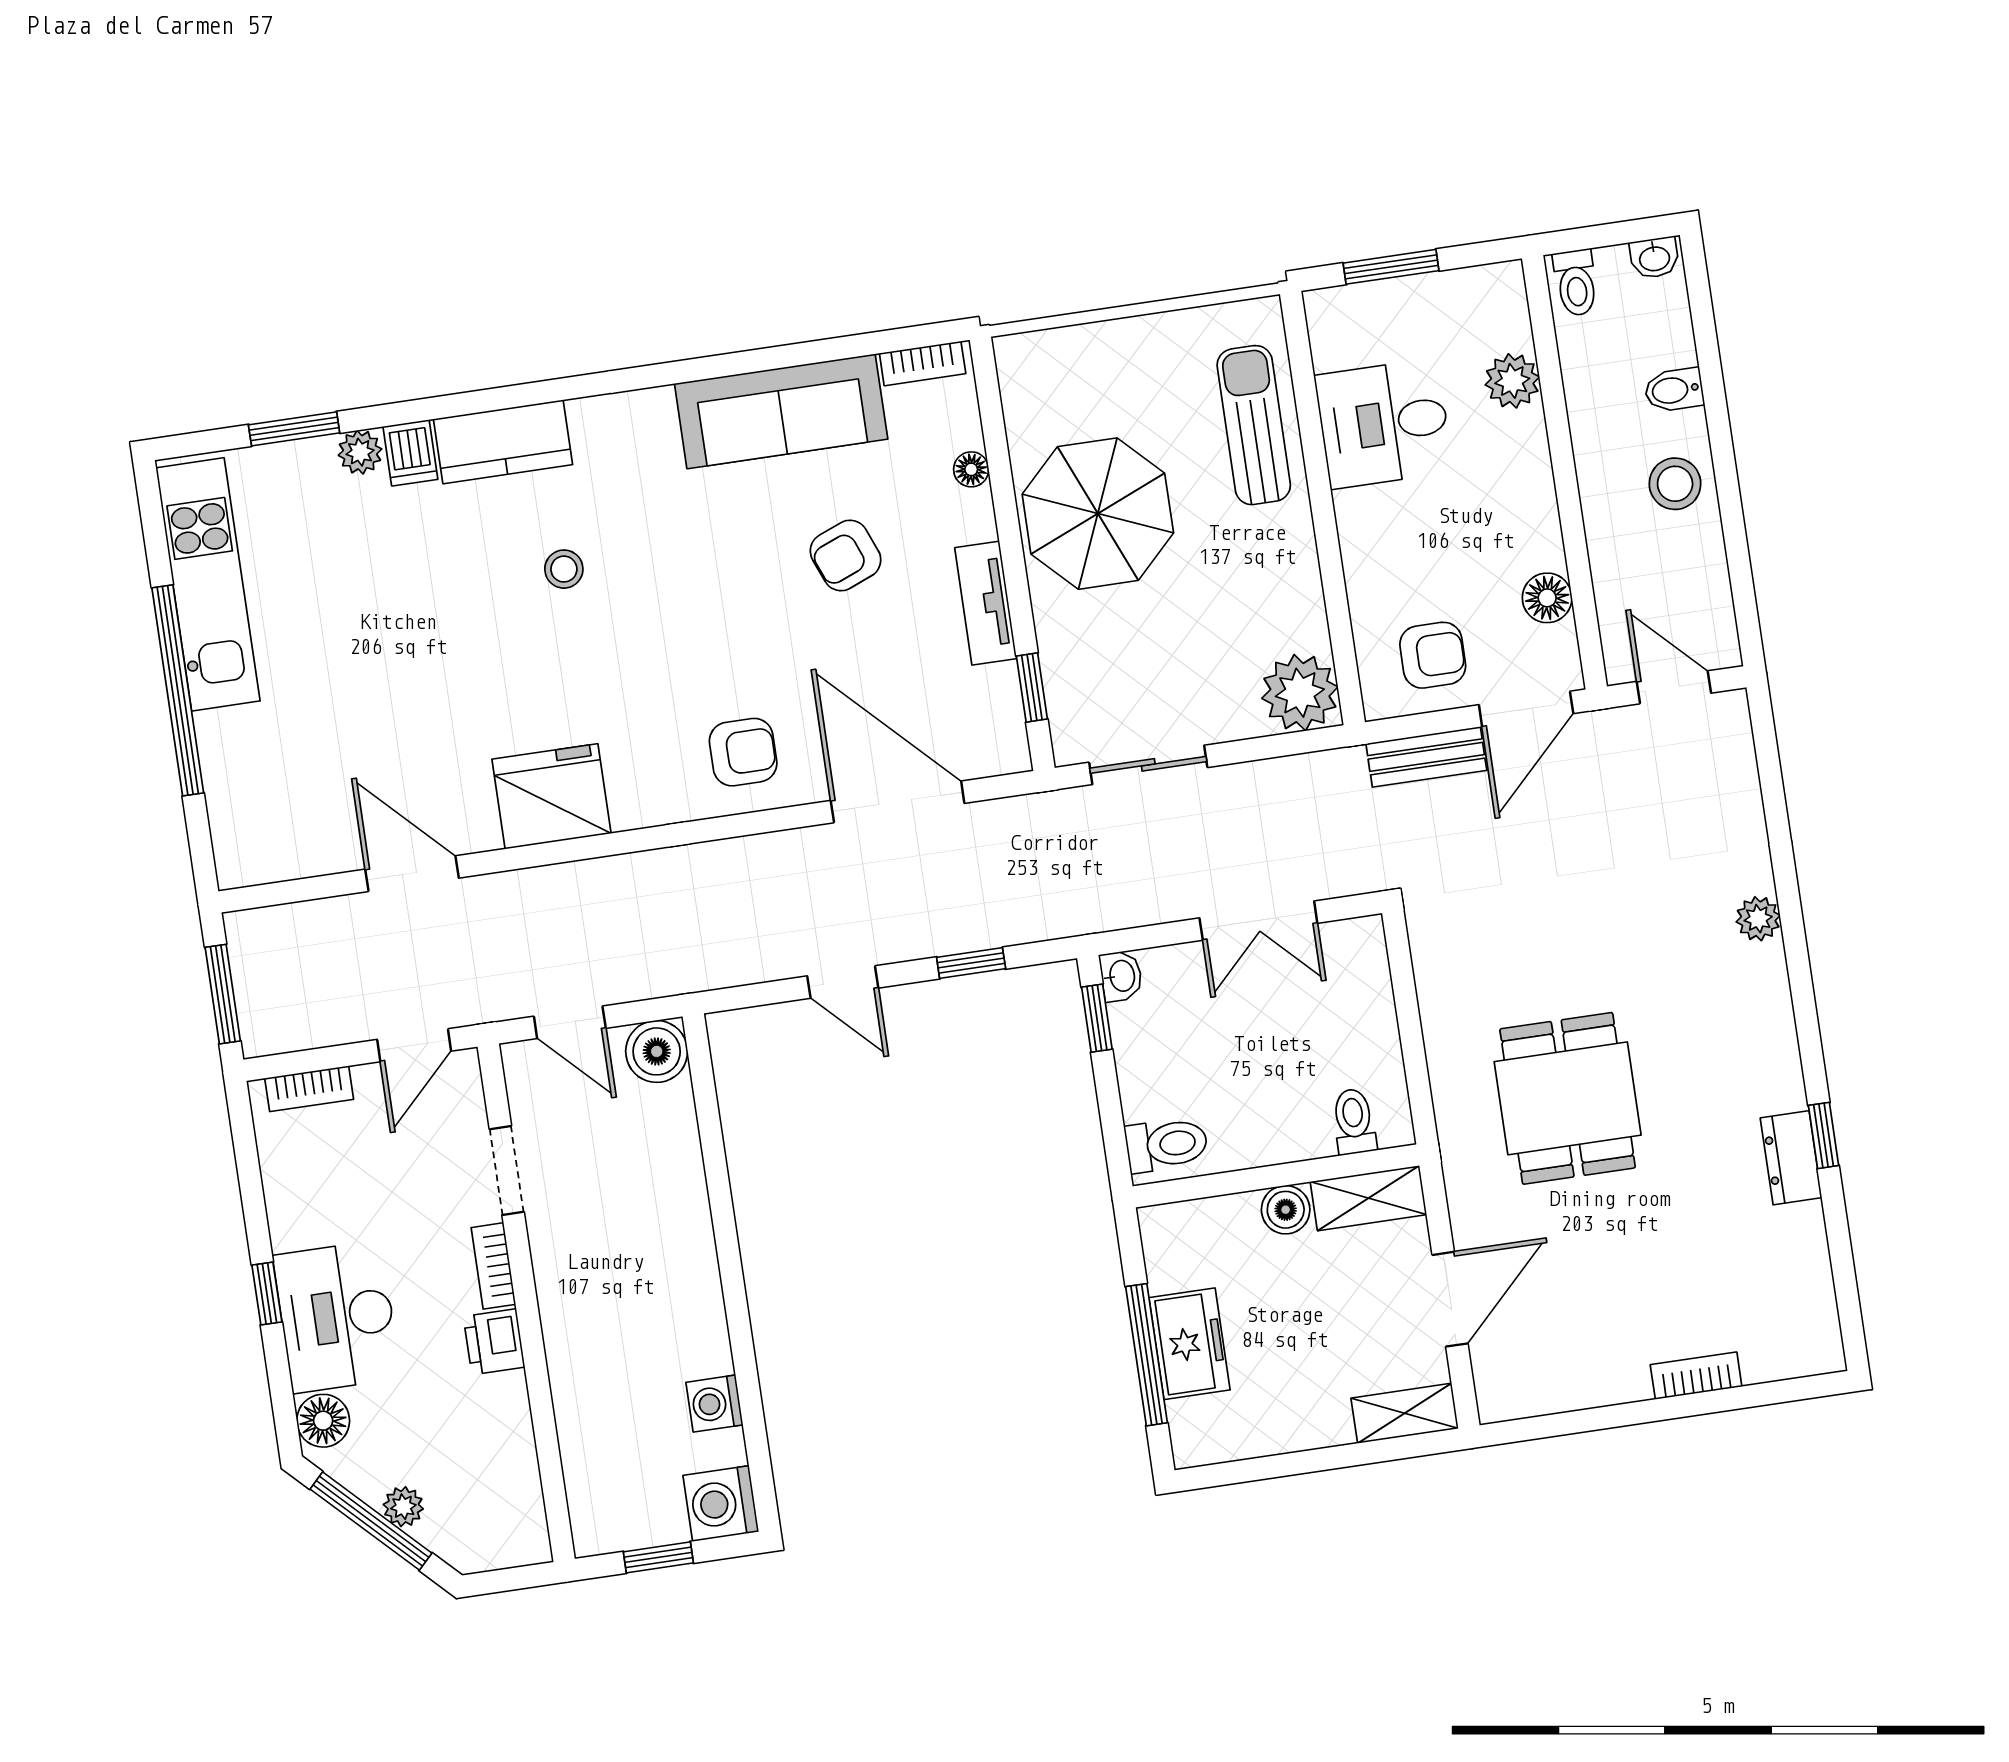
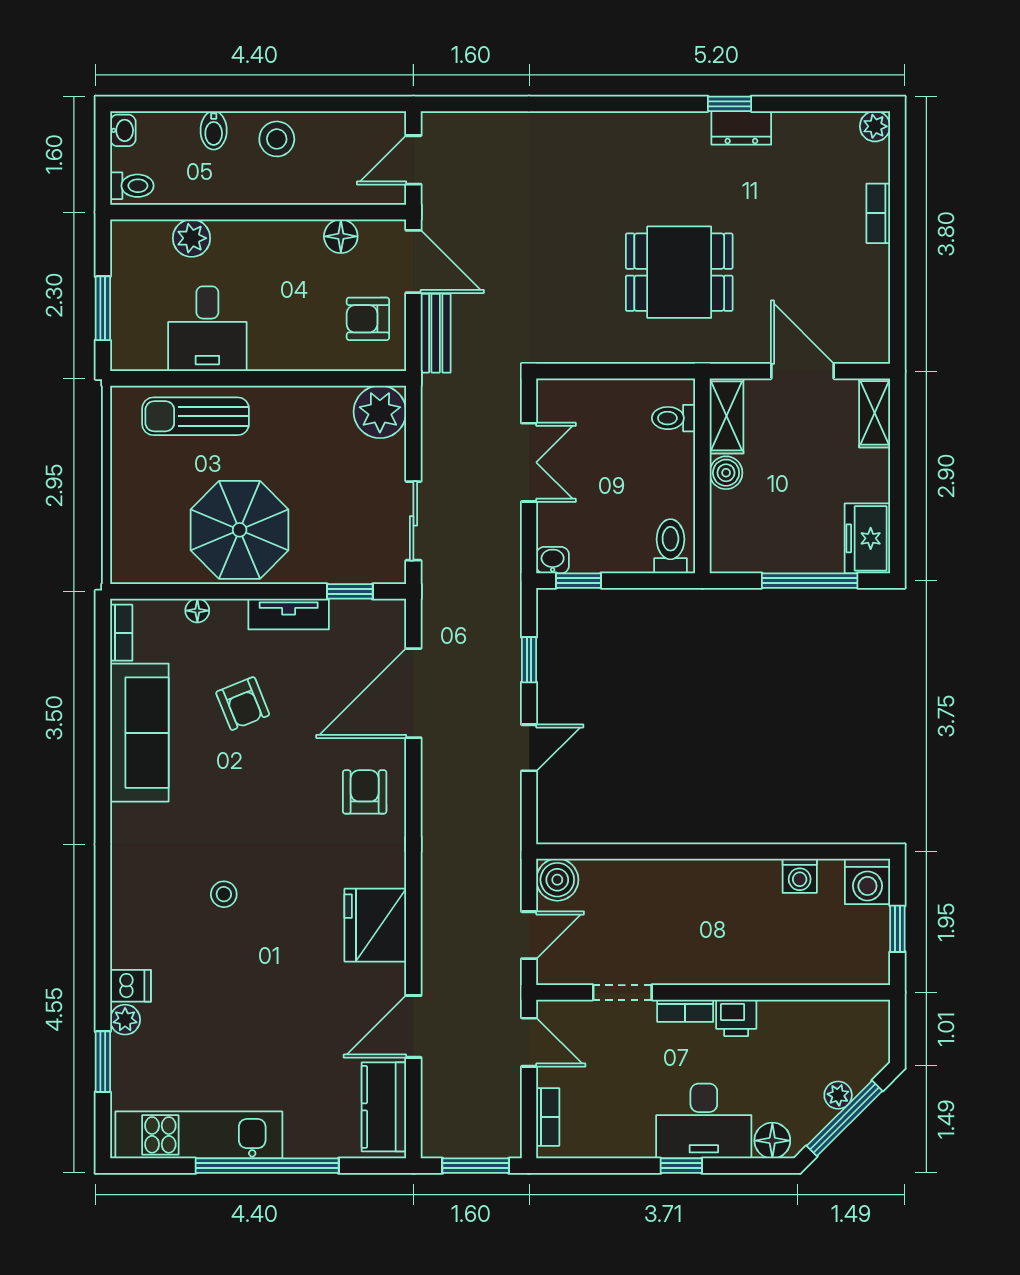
kitchen counter: (503, 442) -> (384, 1107), moved, turned 180
armchair: (1433, 655) -> (368, 319), turned -90
plant: (1758, 919) -> (875, 126), moved
freezer: (1190, 1344) -> (867, 538), moved, turned -90

